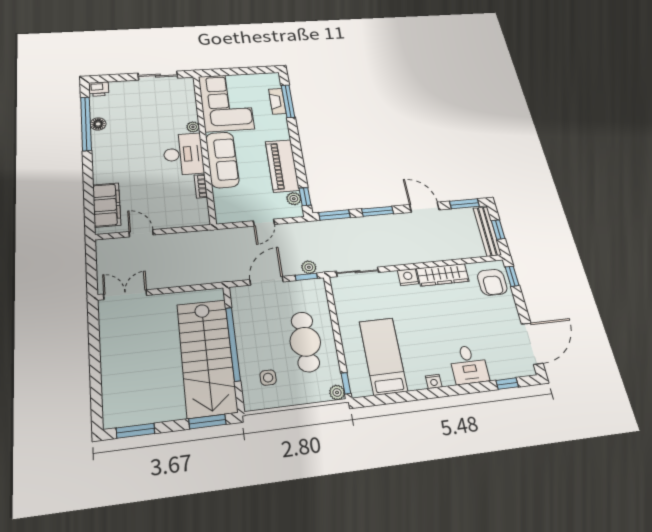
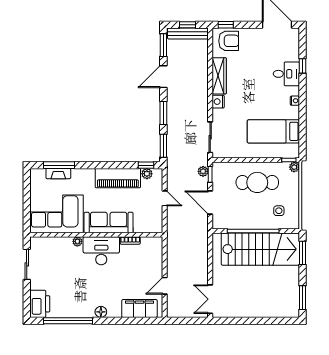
printer: (99, 89) -> (40, 304), width x1.87, depth x1.48
floor lamp: (98, 124) -> (101, 312), moved
window: (507, 384) -> (302, 66), moved

